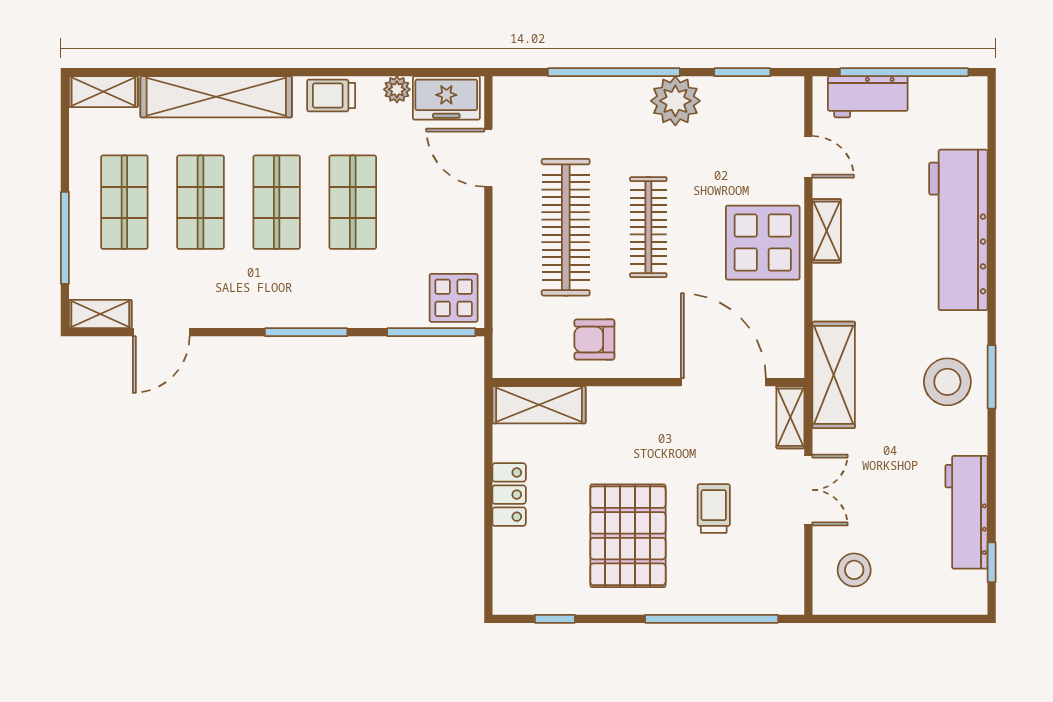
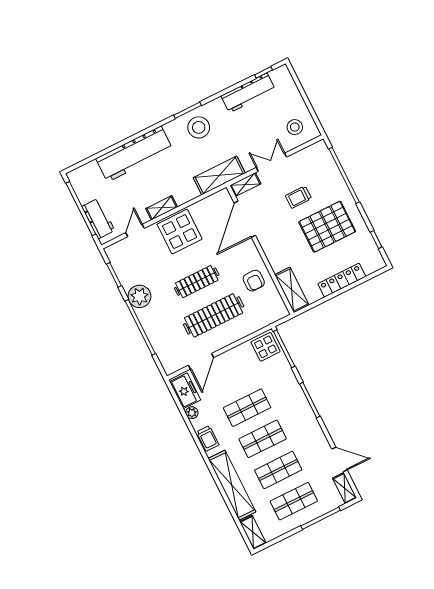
locker: (509, 495) -> (342, 280), width x1.53

